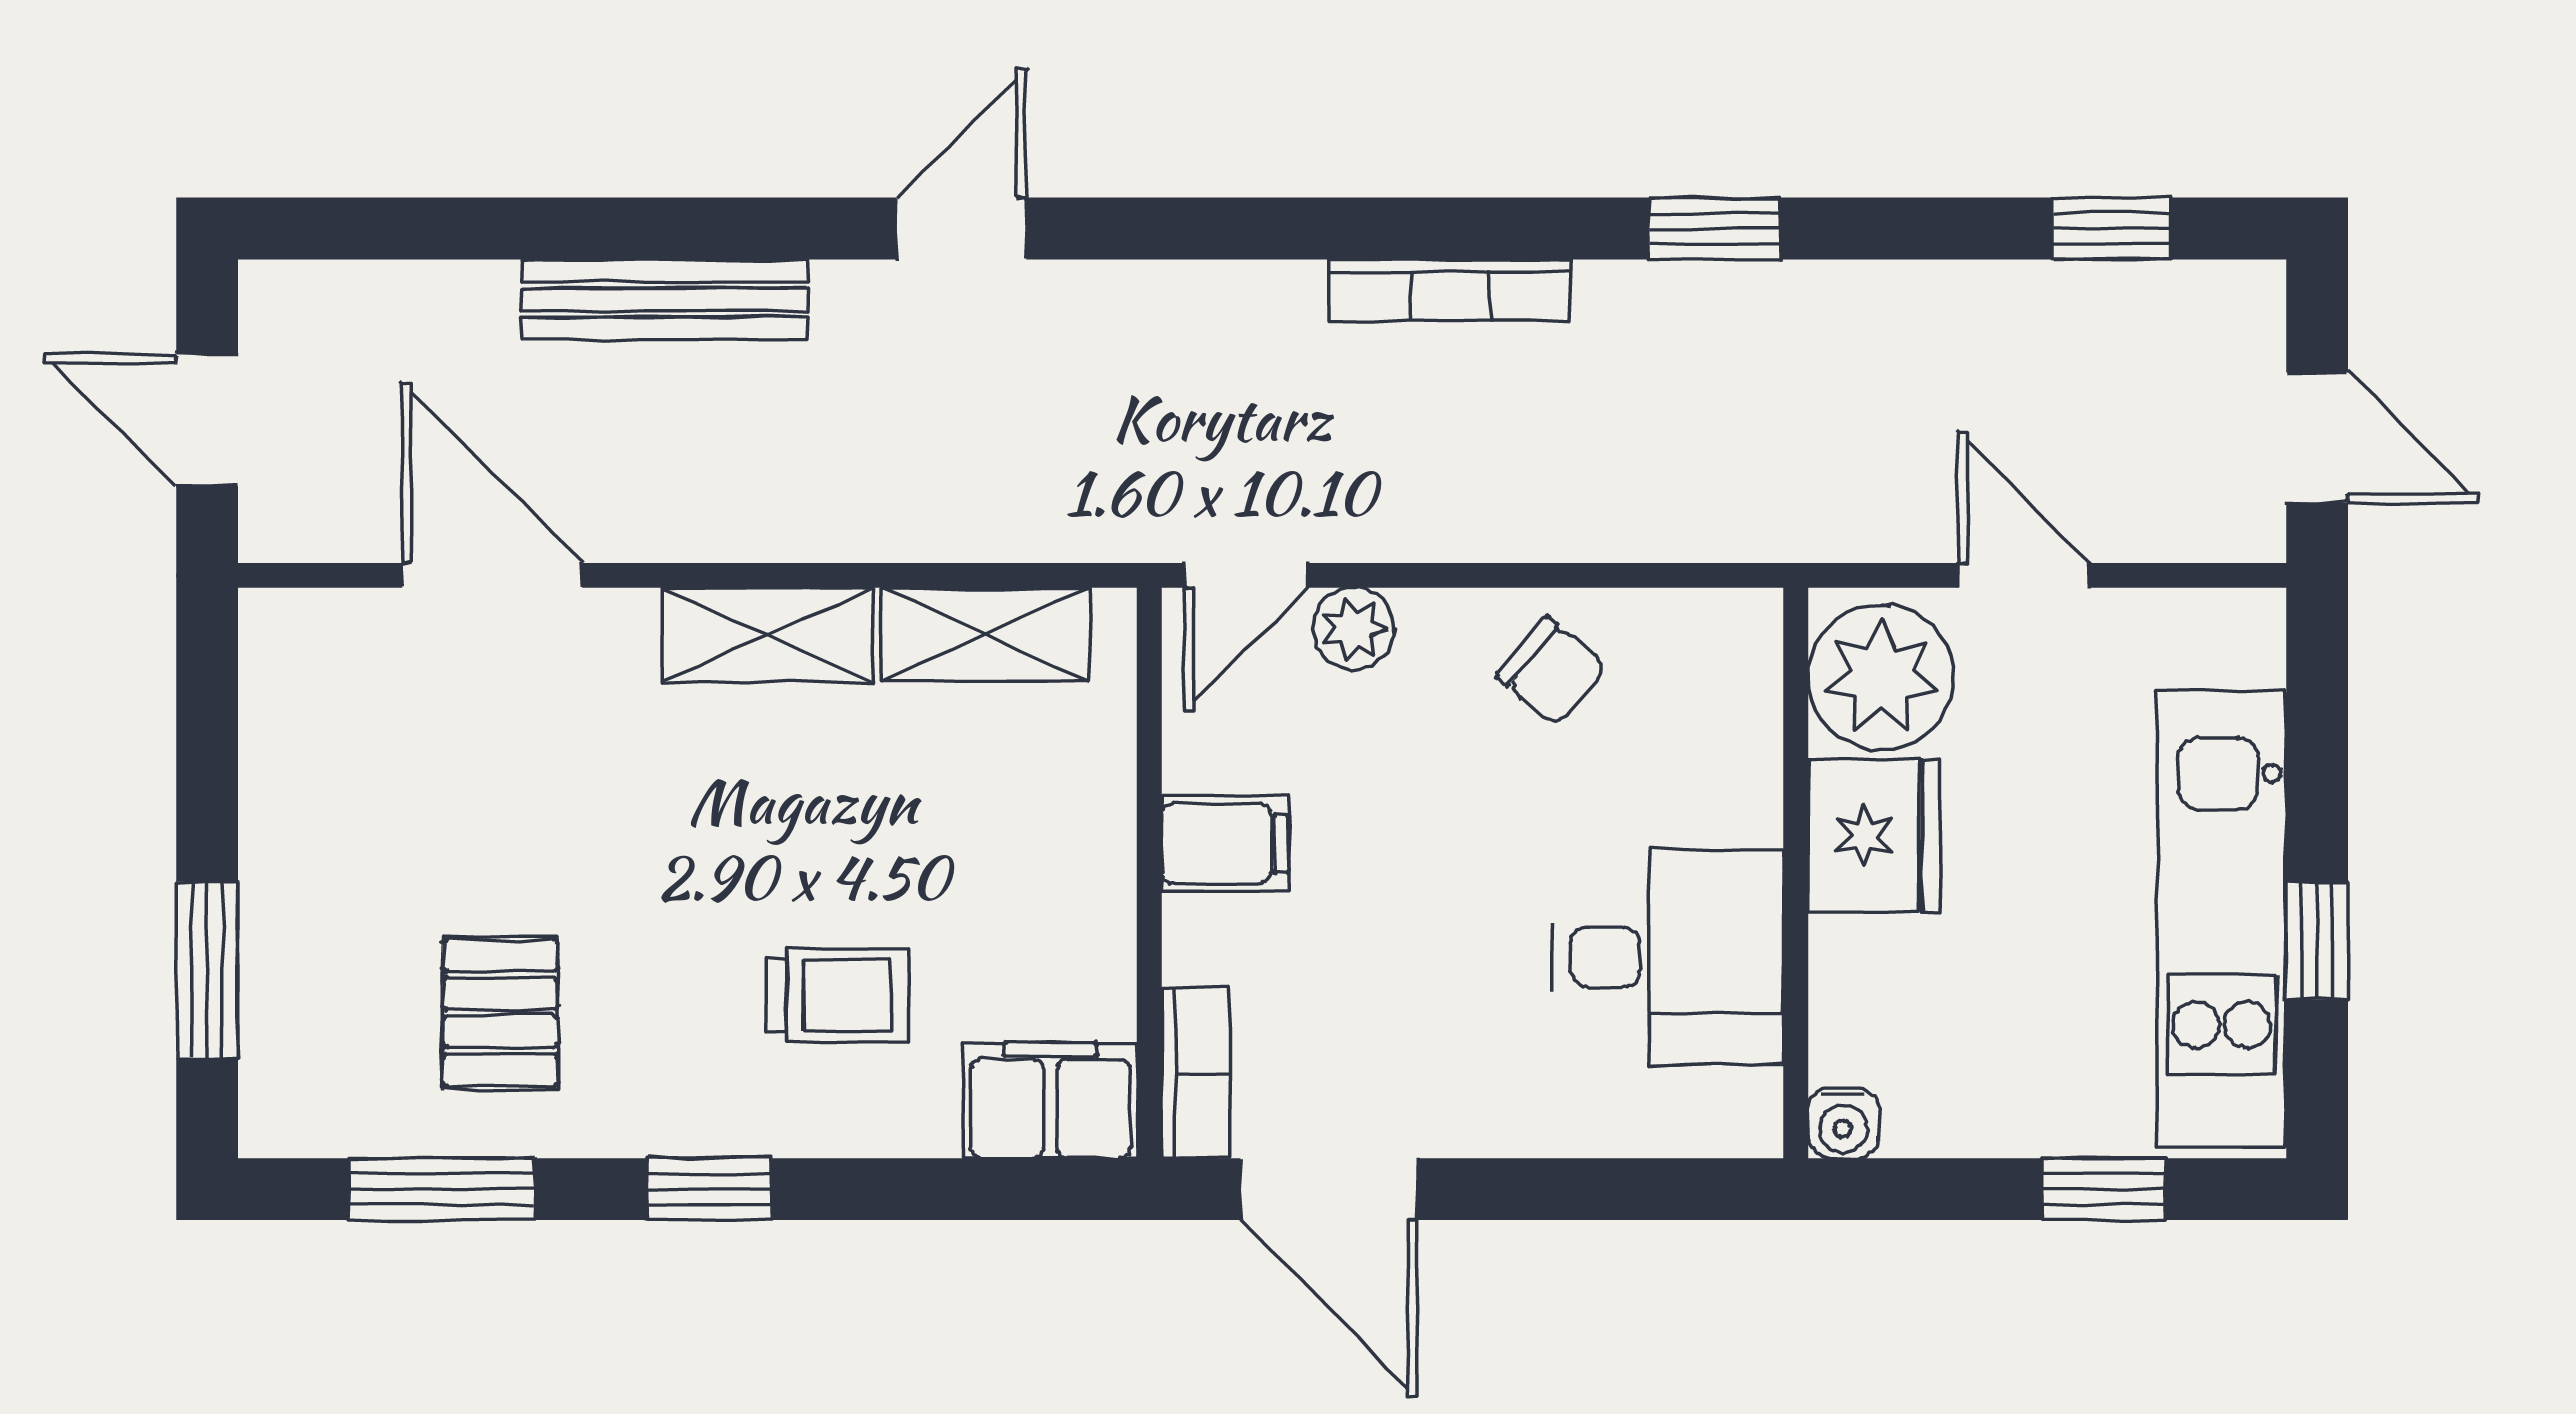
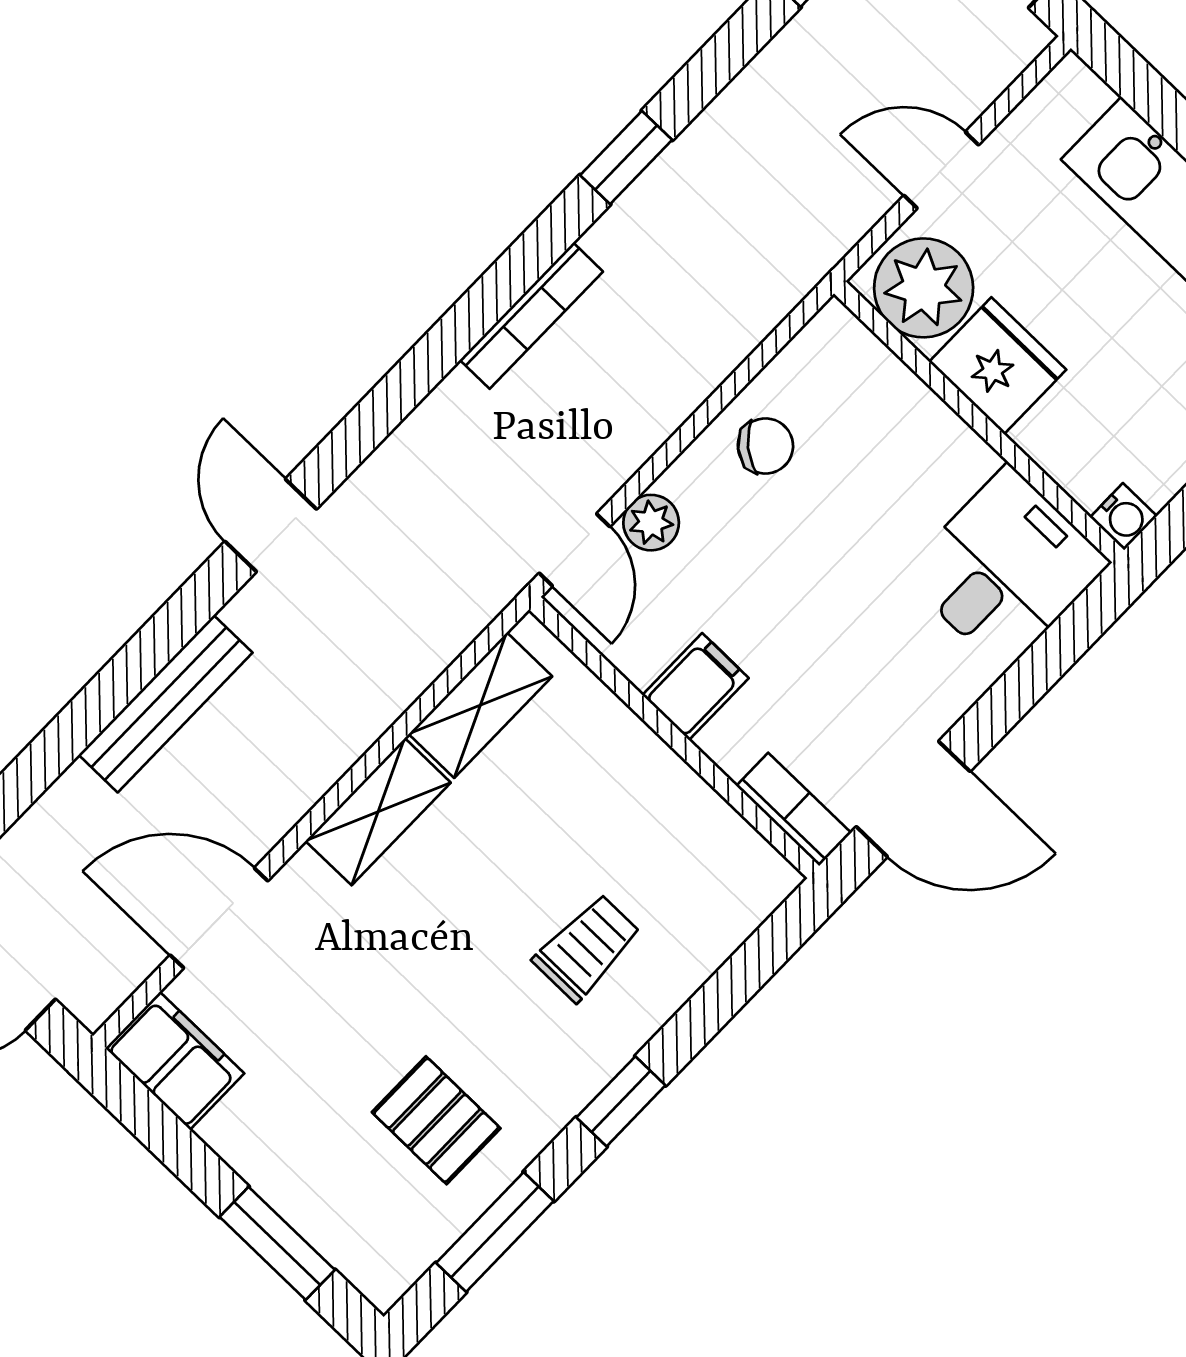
desk: (1668, 957) -> (1006, 568), moved
filing cabinet: (1050, 1100) -> (175, 1061), moved, turned 90

